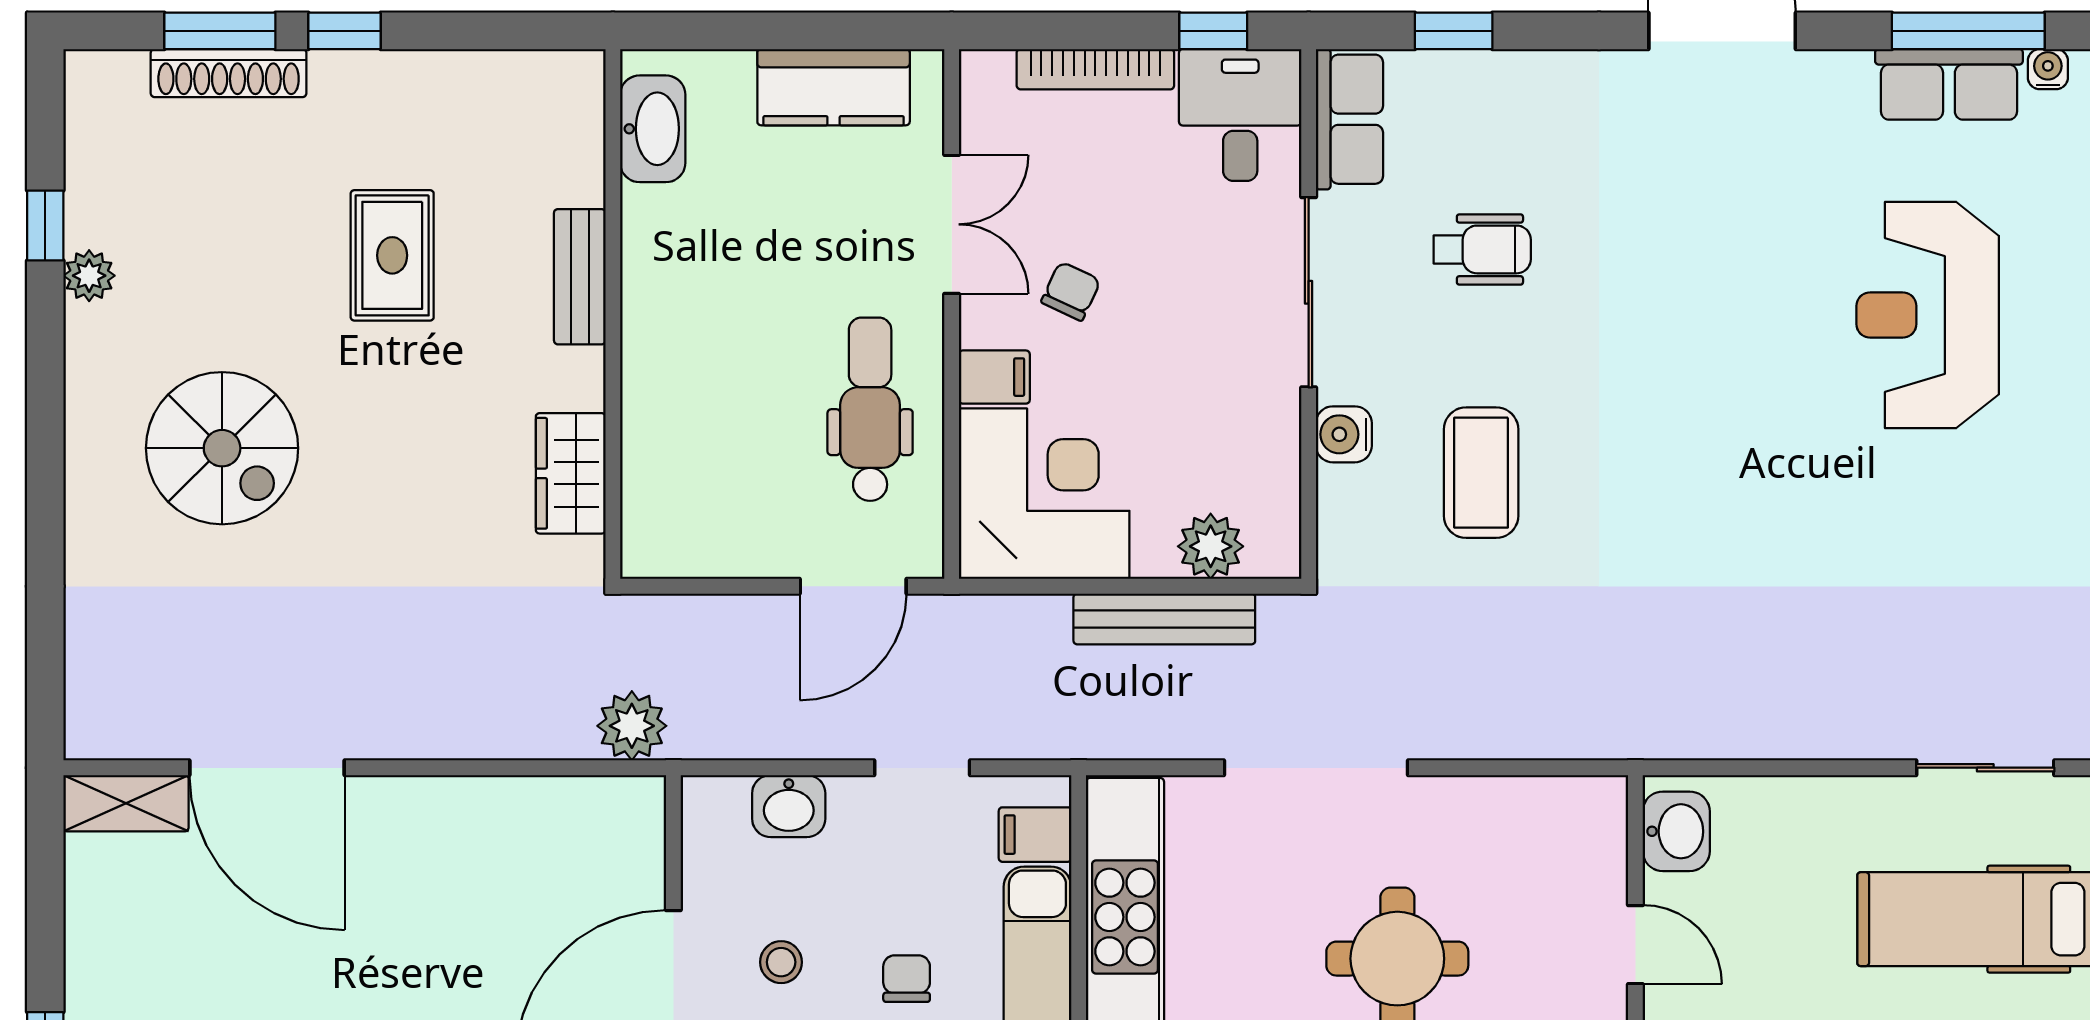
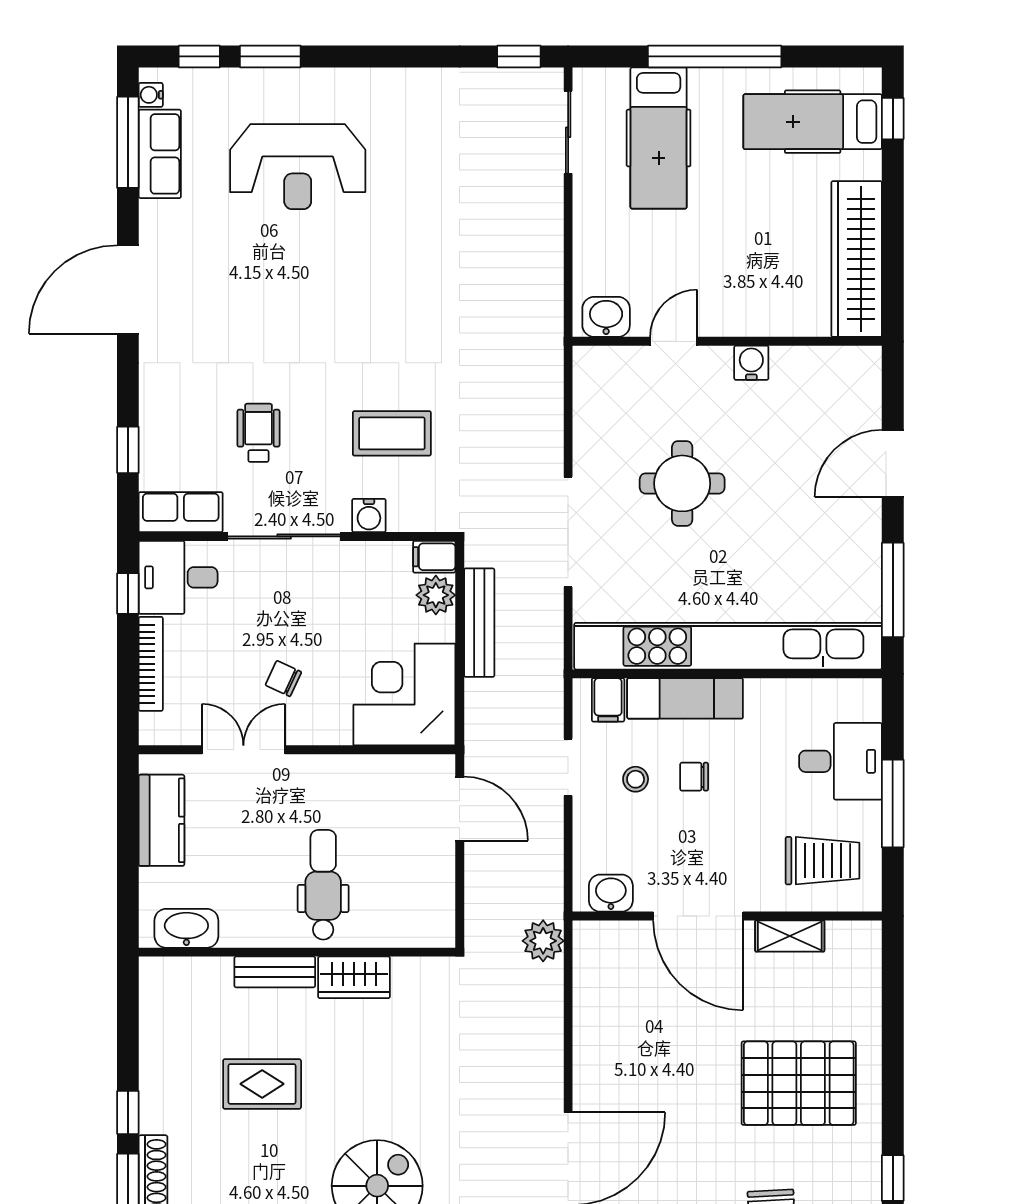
filing cabinet: (994, 377) -> (434, 557), moved, turned -90
dental chair: (870, 409) -> (323, 885), moved, turned 90
wardrobe: (571, 473) -> (354, 977), moved
washbasin: (789, 806) -> (611, 893), moved, turned -90
stool: (781, 962) -> (636, 779), moved

